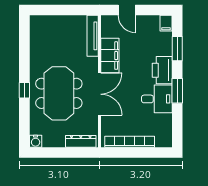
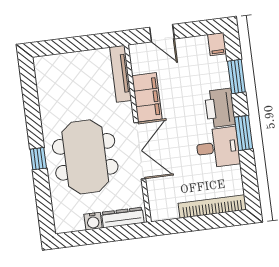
water cooler: (36, 141) -> (93, 221), moved
bookcase: (130, 142) -> (212, 206), moved

